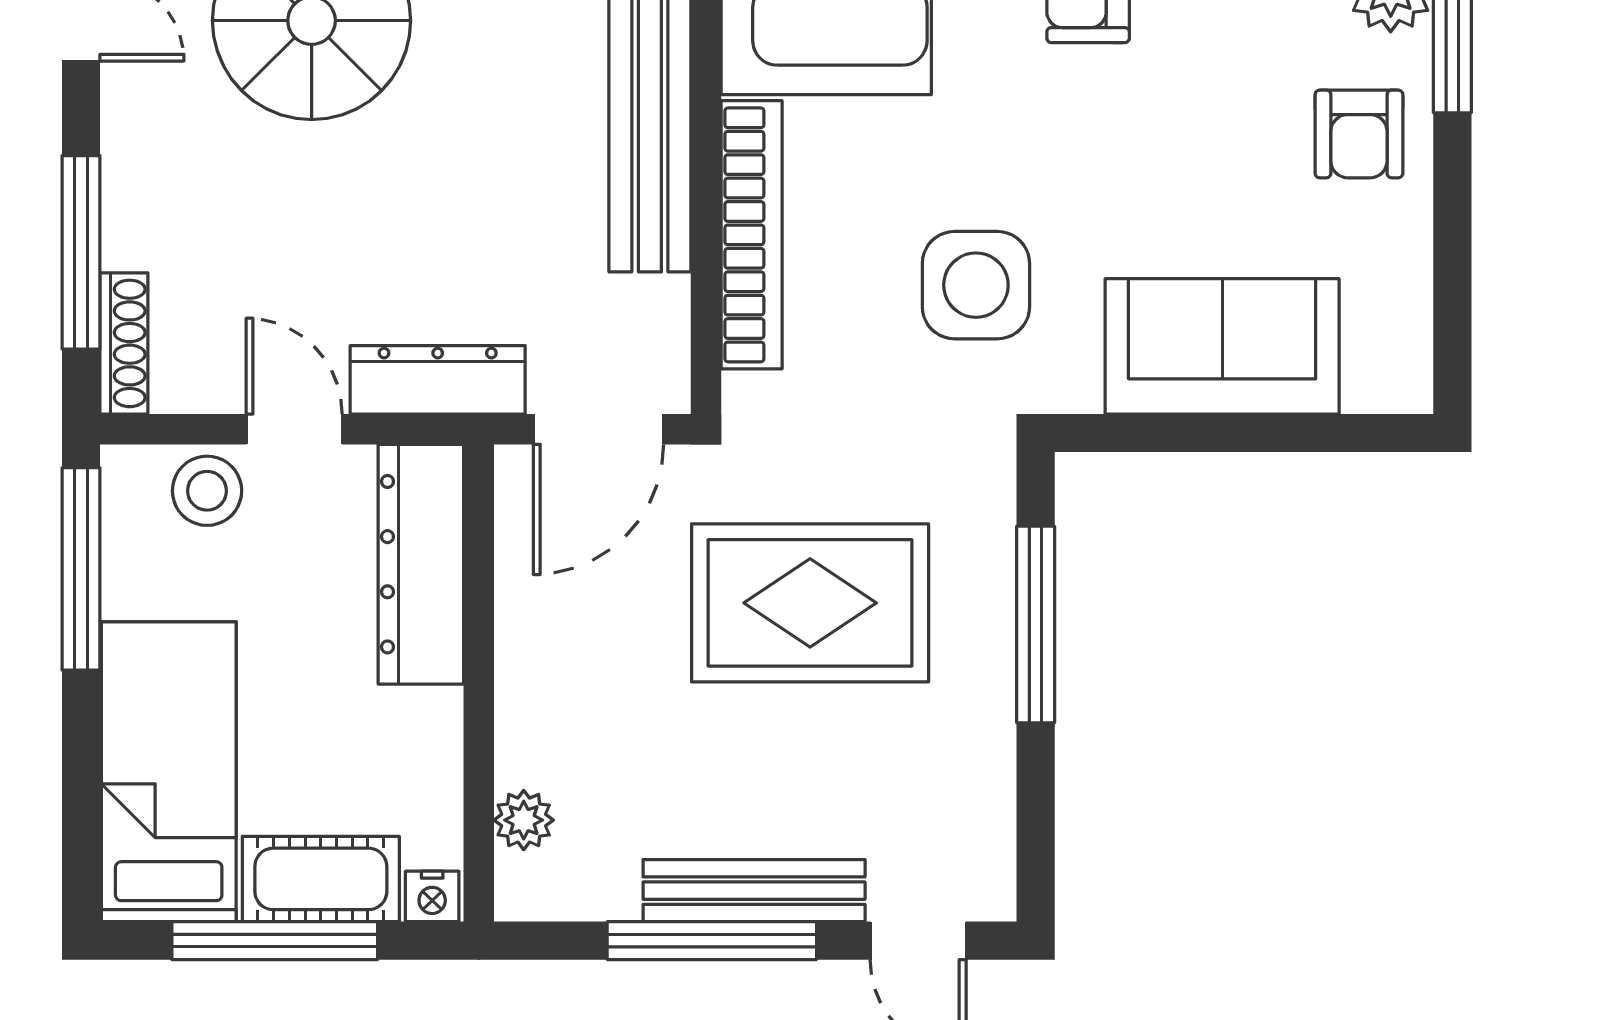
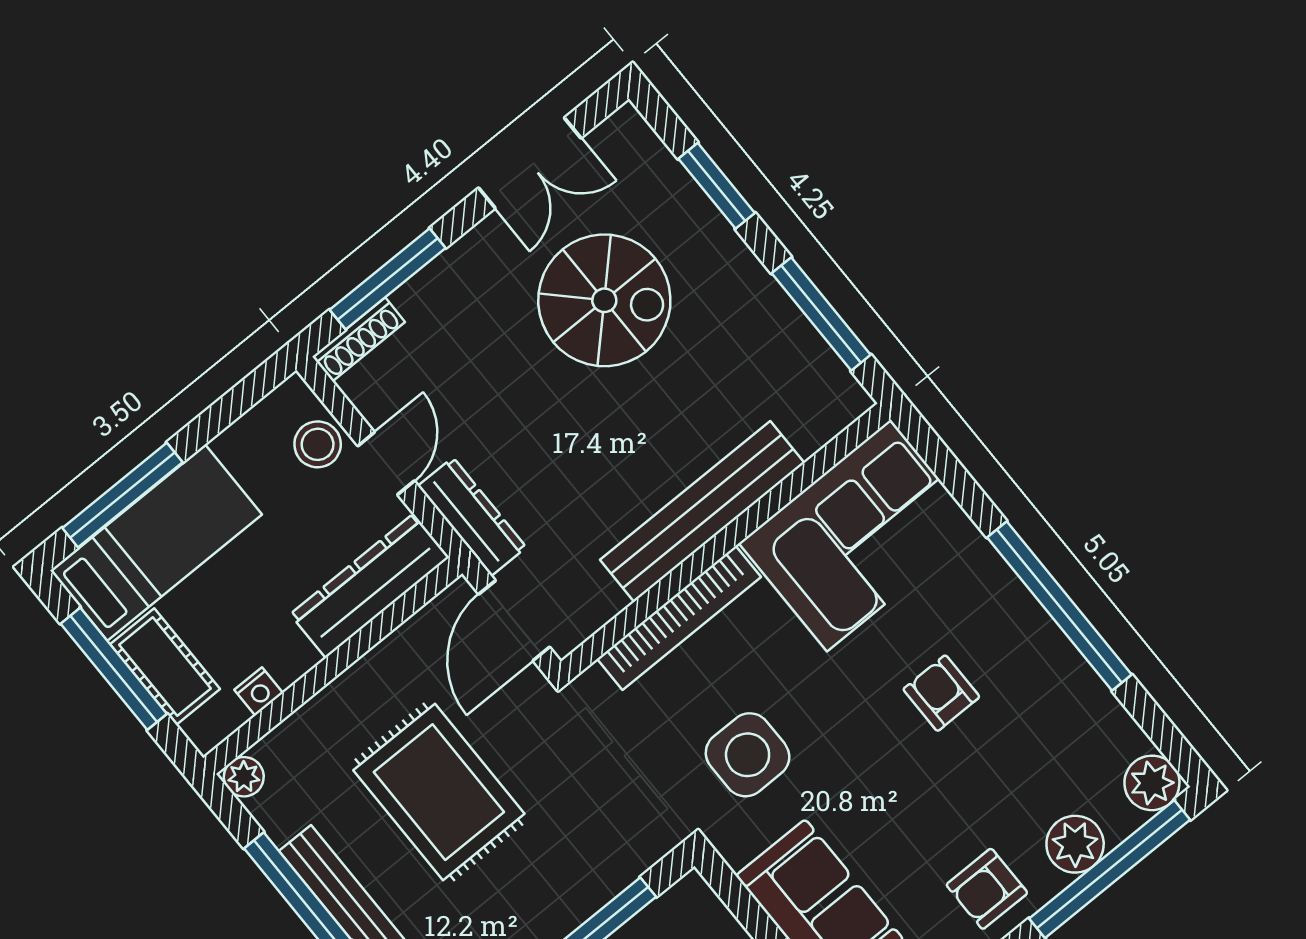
door: (598, 429) -> (514, 621), hinge flipped
window: (81, 569) -> (122, 495), moved
rug: (810, 603) -> (439, 792), moved
plant: (524, 820) -> (244, 777), moved
nightstand: (432, 896) -> (259, 691), moved, turned -90

